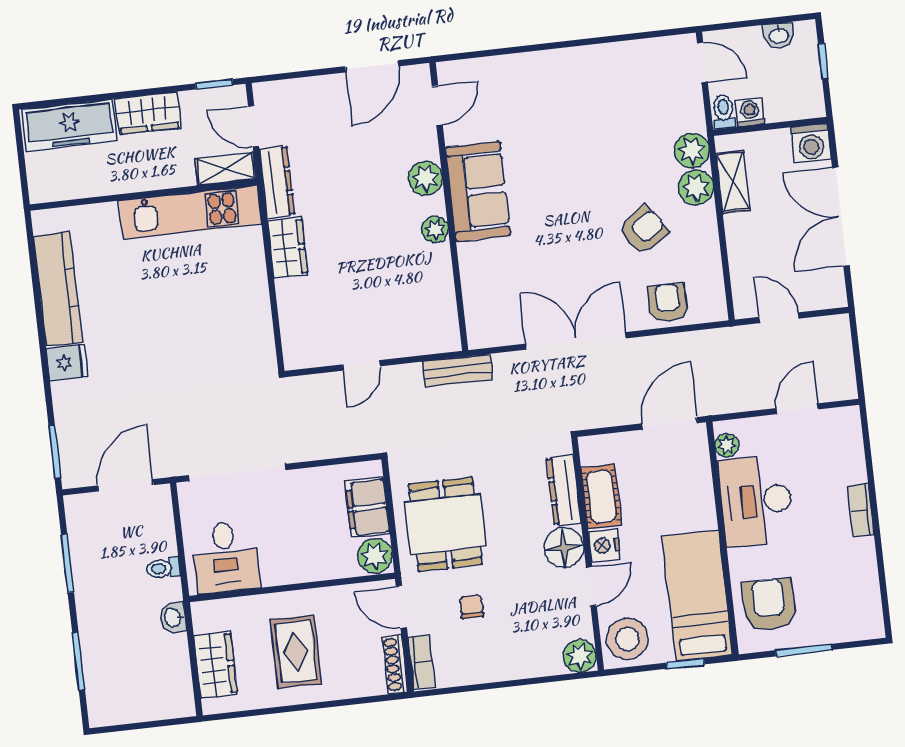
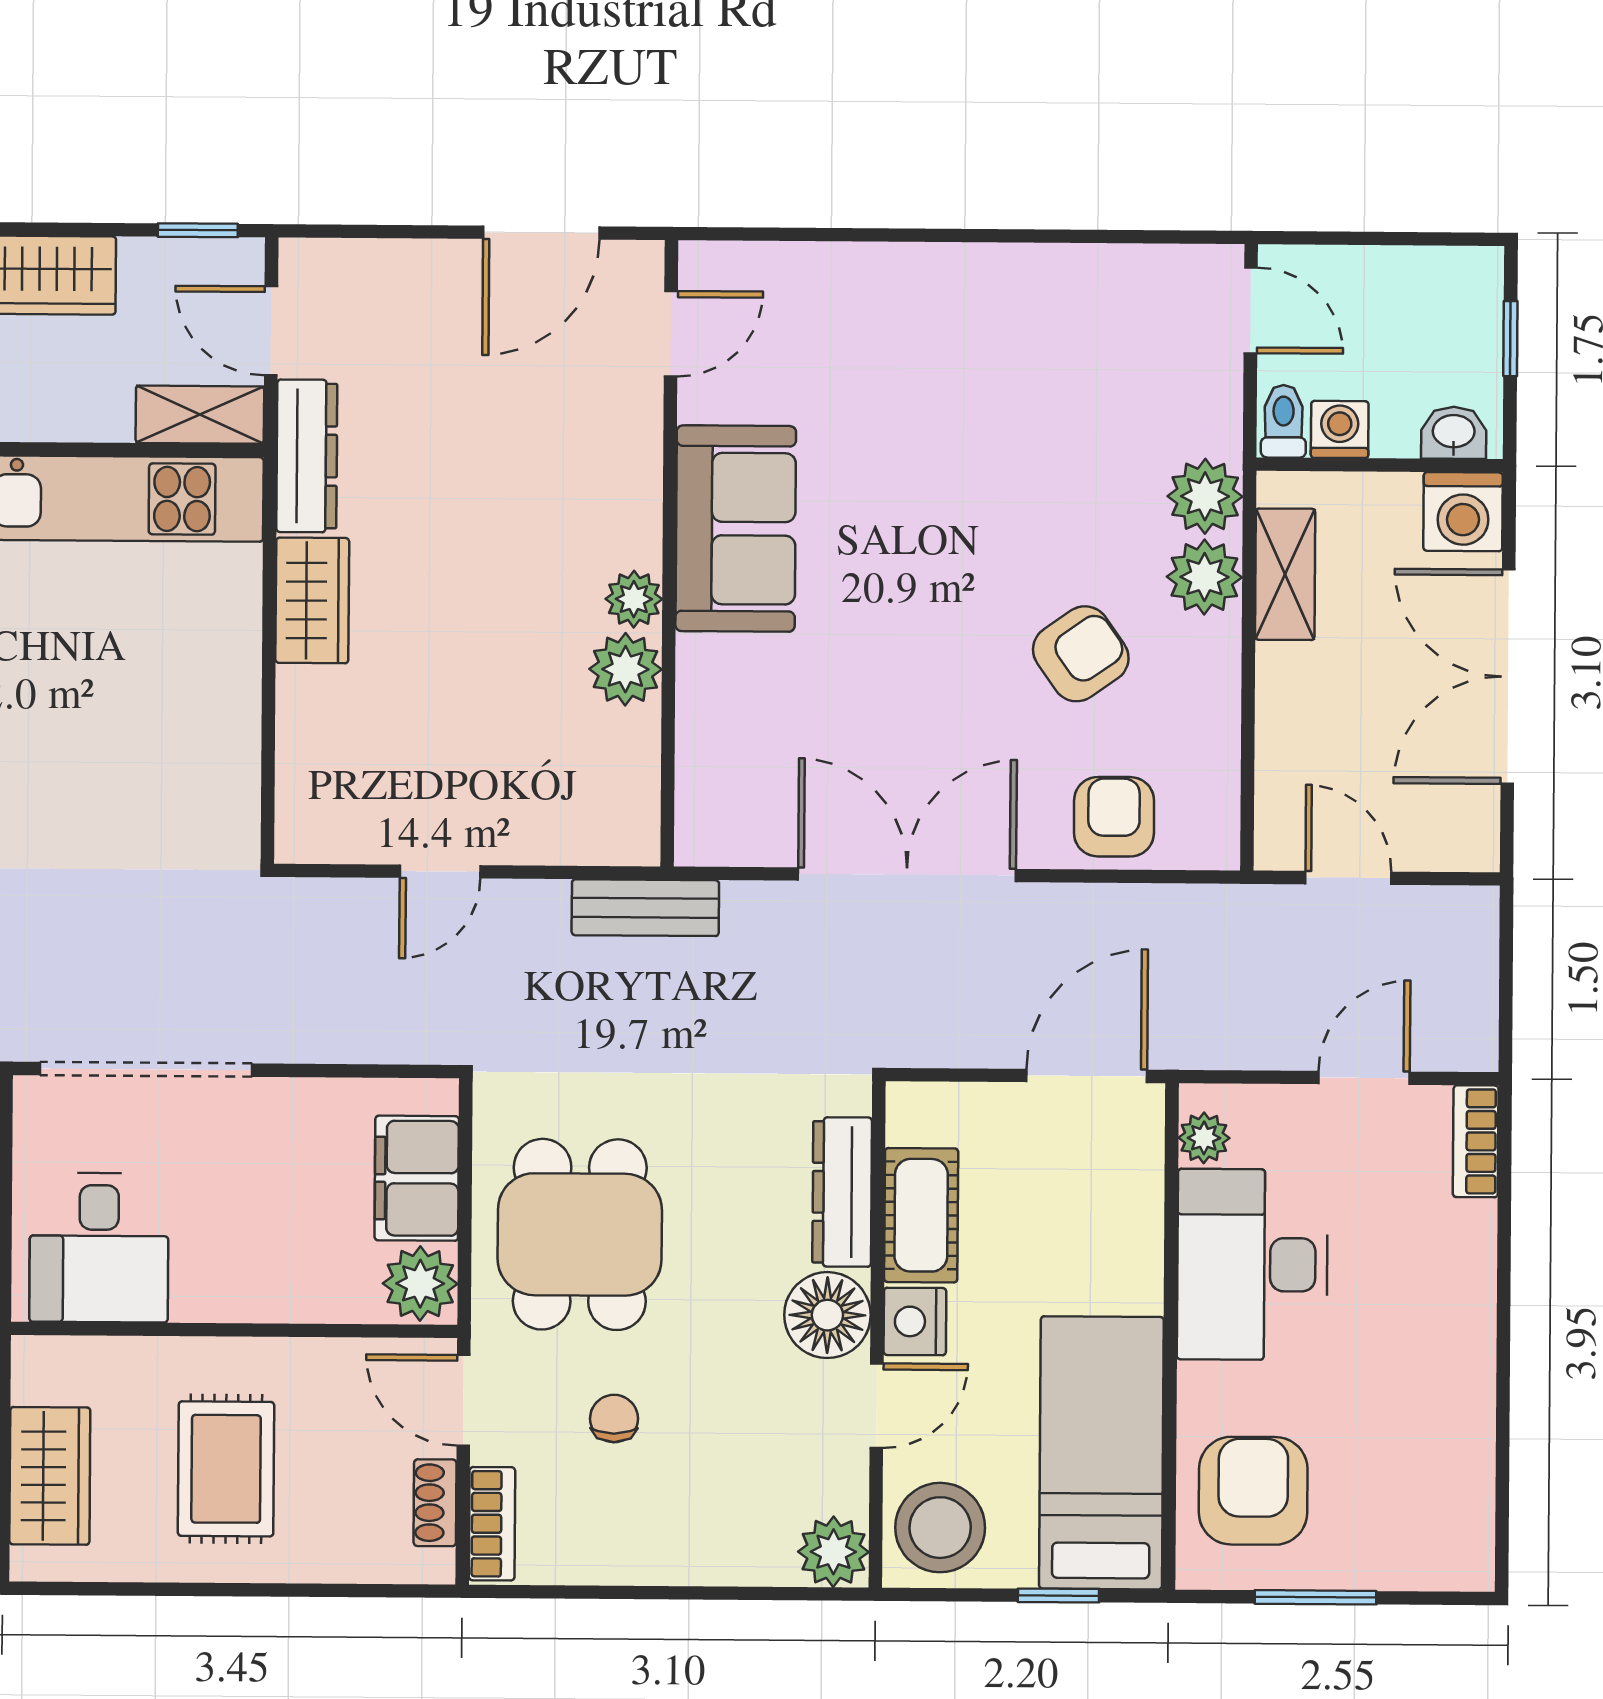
washbasin: (779, 35) -> (1454, 433), moved, turned 180
plant: (426, 178) -> (625, 669), moved
bookcase: (861, 510) -> (1476, 1141), moved
shoe rack: (395, 664) -> (435, 1503), width x0.70

